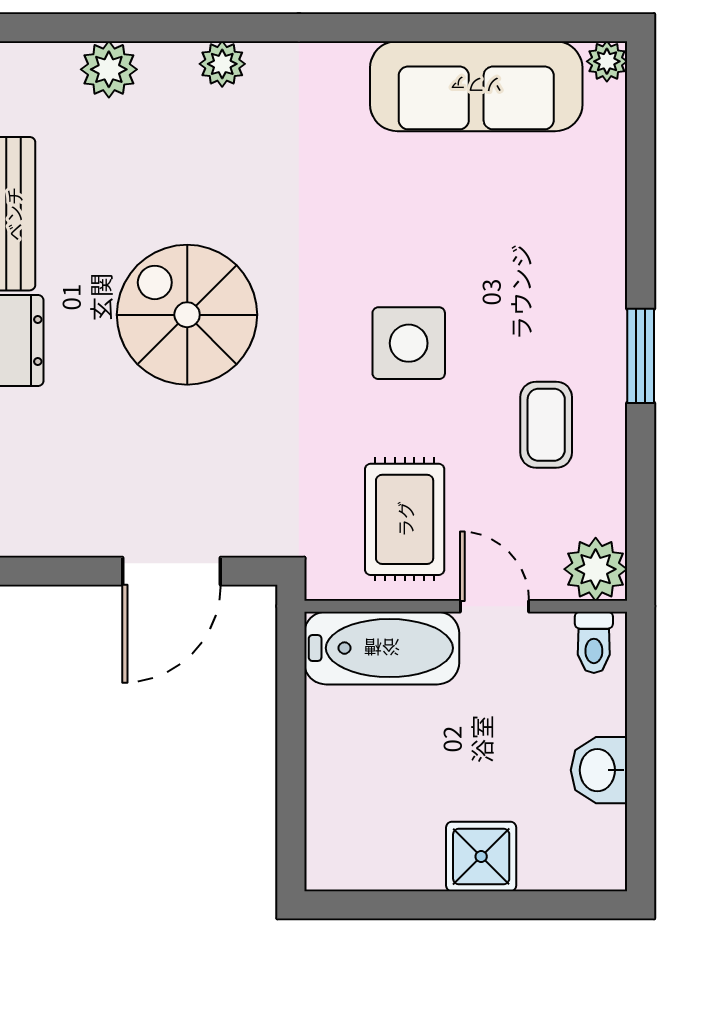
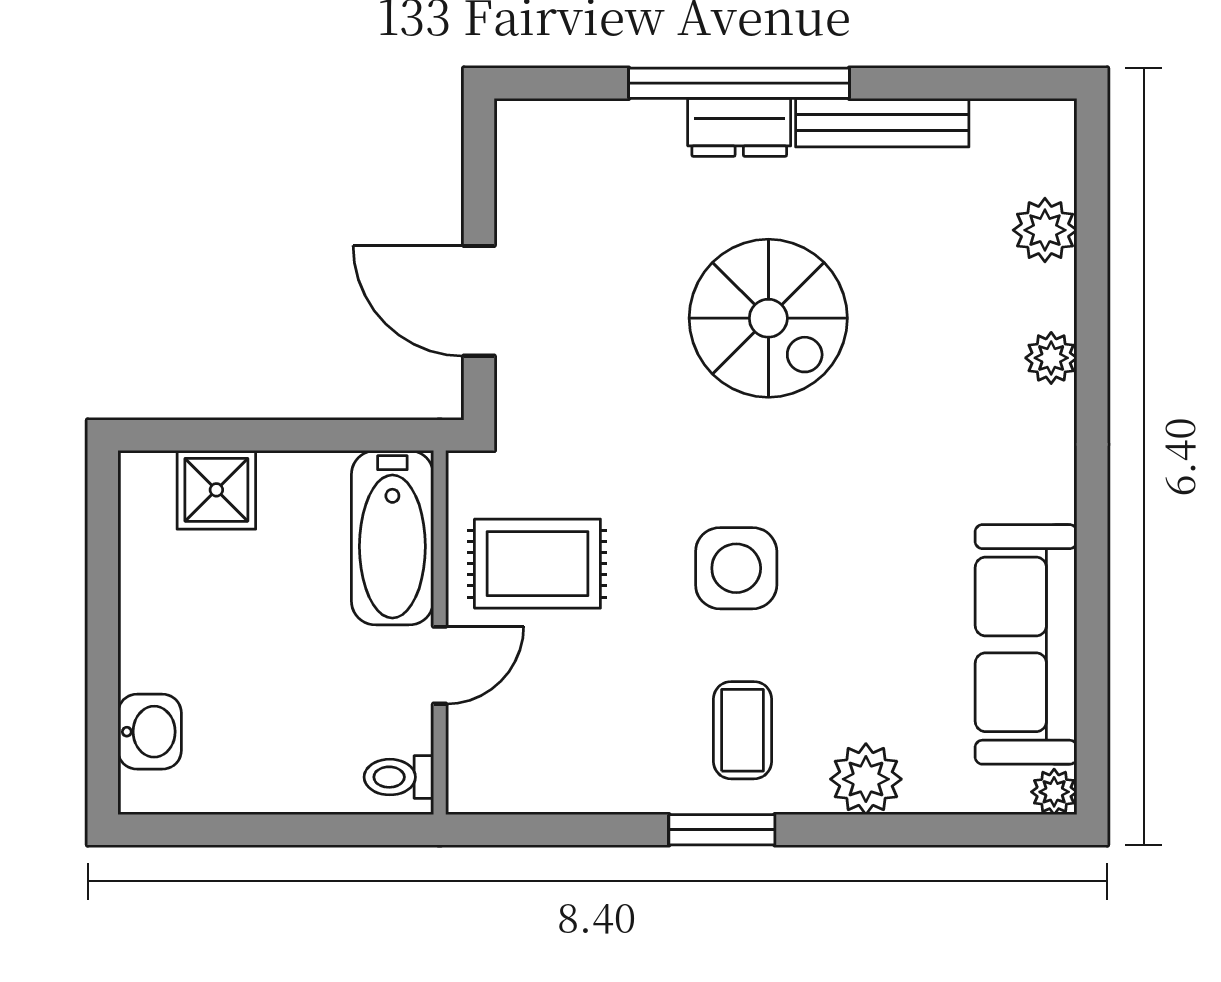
spiral stairs: (187, 315) -> (768, 318), turned 90
coffee table: (546, 425) -> (742, 730), moved, turned 90
plant: (596, 569) -> (866, 779), moved
washbasin: (599, 770) -> (150, 732), moved, turned 90
shower: (481, 857) -> (216, 490), moved

